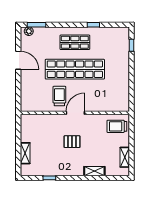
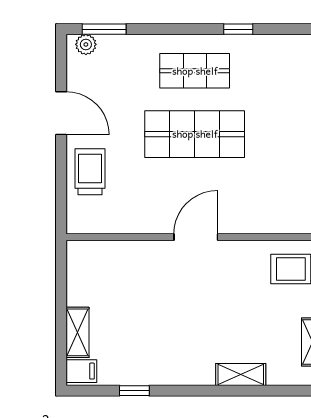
shop shelf: (75, 69) -> (195, 134), width x0.71
trolley: (59, 96) -> (90, 172), moved
pallet: (72, 142) -> (188, 305), removed
filing cabinet: (27, 170) -> (81, 371), added

